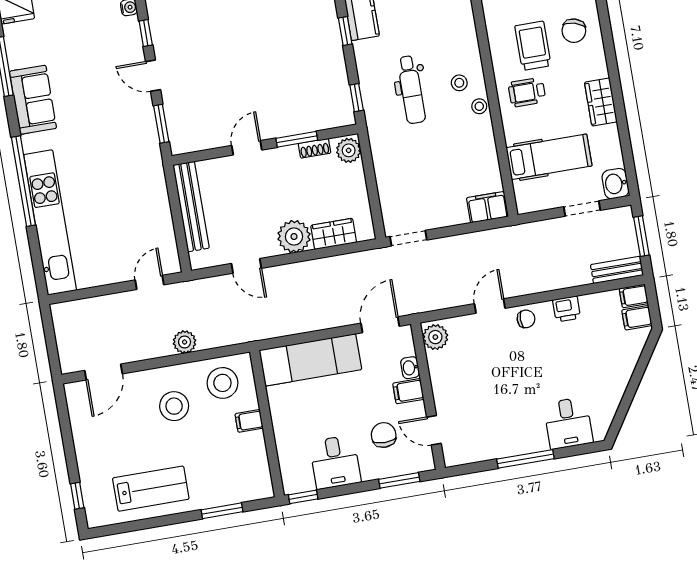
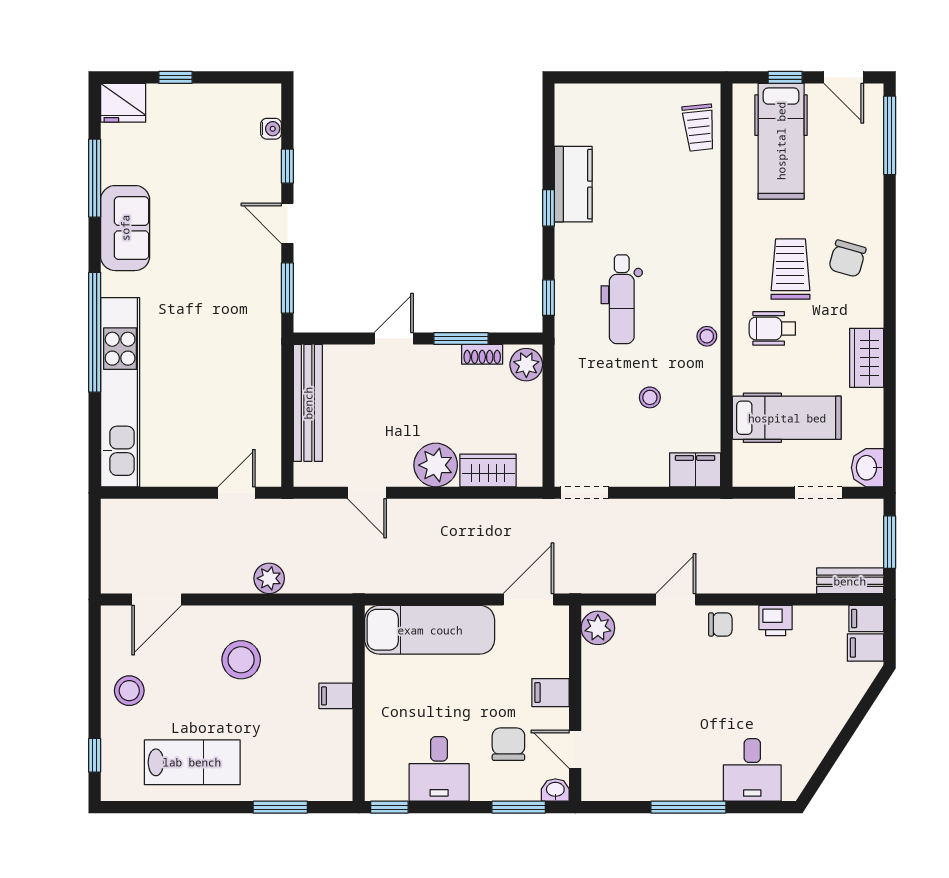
stool: (459, 83) -> (650, 397), moved
washbasin: (410, 368) -> (555, 790), moved, turned 90
stool: (222, 383) -> (129, 691), moved, width x0.73, depth x0.73

